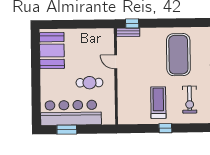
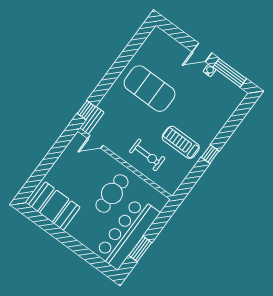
door: (116, 62) -> (95, 142), moved
cafe table: (89, 83) -> (112, 193), width x1.37, depth x1.35
exercise bike: (190, 100) -> (147, 155), moved

